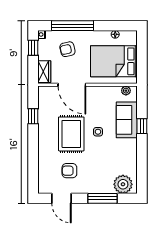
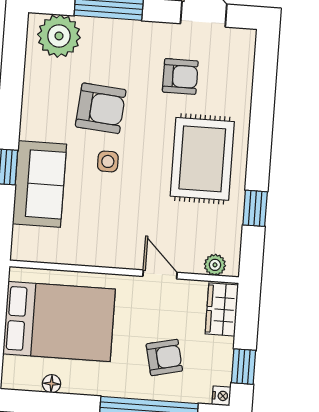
door: (72, 85) -> (160, 274), width x0.53
plant: (126, 91) -> (215, 265), moved
rug: (71, 134) -> (202, 159), moved
armchair: (103, 154) -> (101, 108), added

